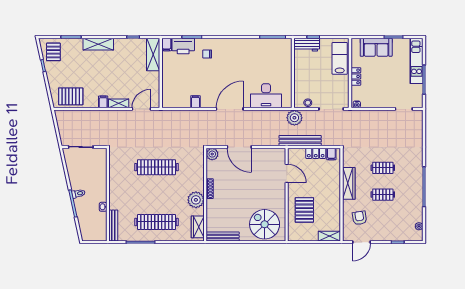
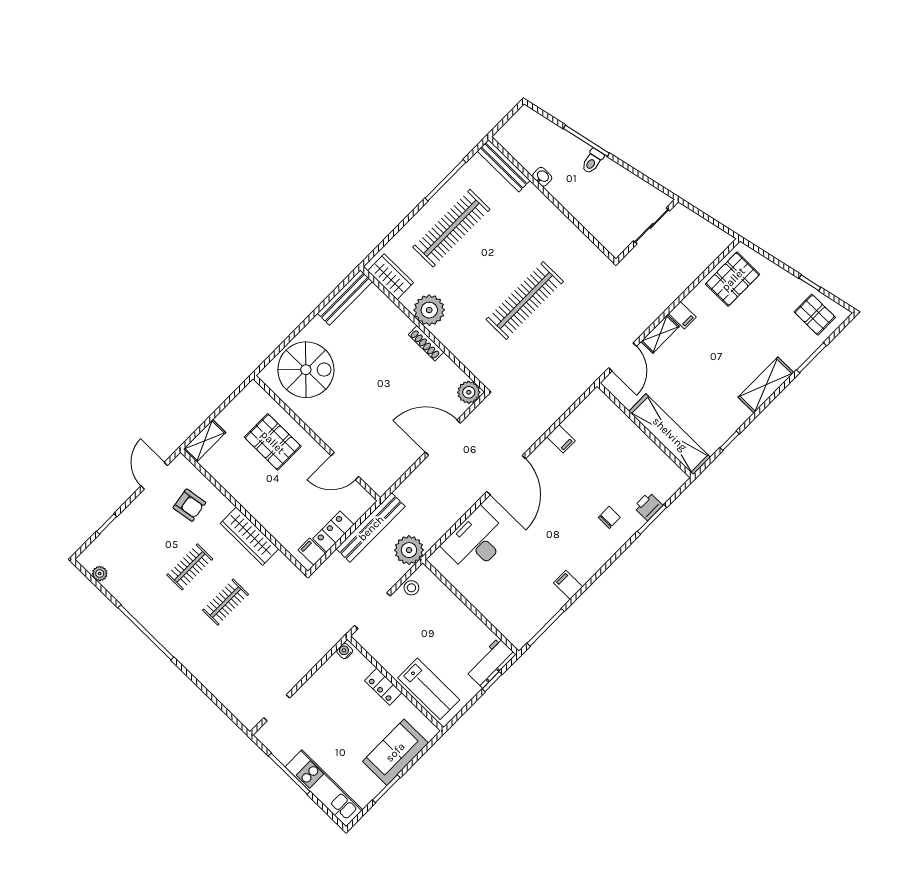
filing cabinet: (167, 44) -> (568, 585), moved
printer: (183, 46) -> (648, 506), width x0.53, depth x0.68
shelving: (153, 55) -> (670, 434), width x1.47

